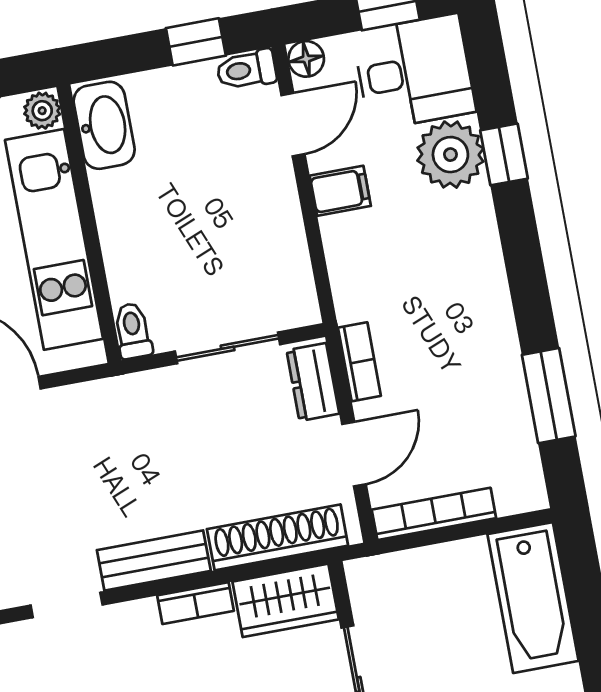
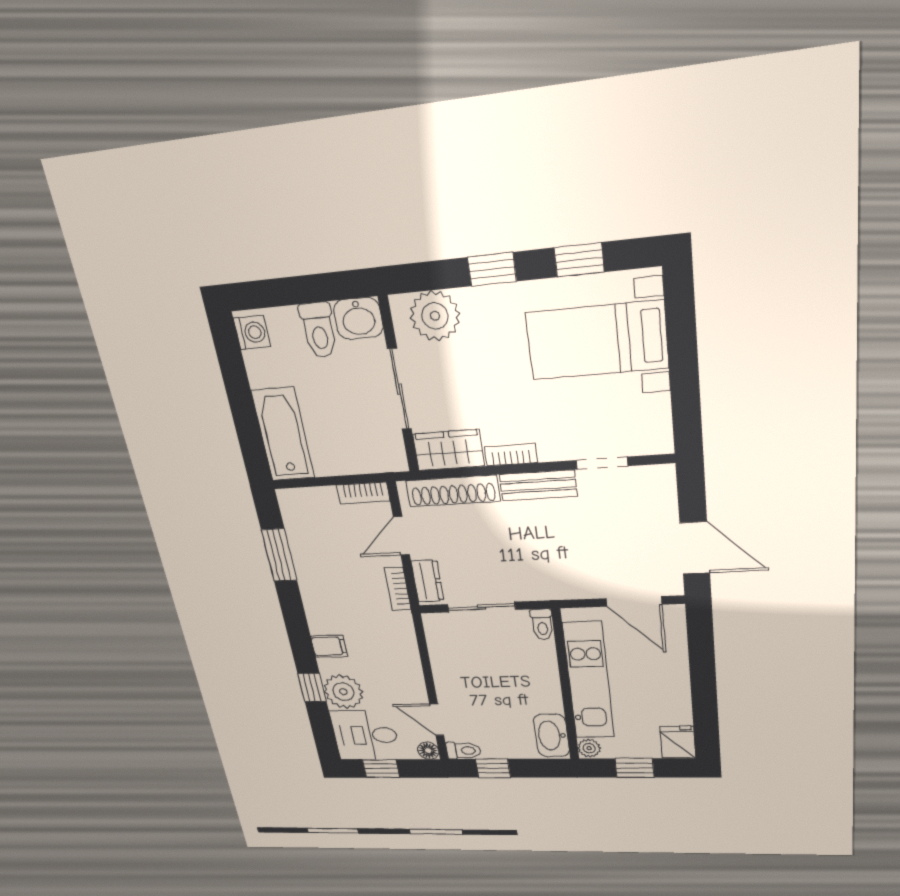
door: (293, 125) -> (437, 720), hinge flipped
filing cabinet: (340, 191) -> (329, 646), moved, turned 180
bookcase: (434, 514) -> (363, 493), width x0.64

